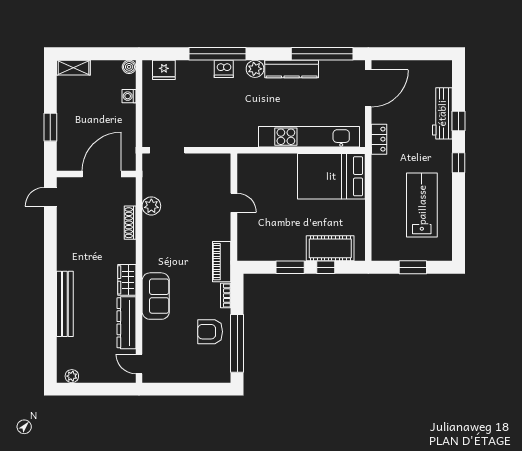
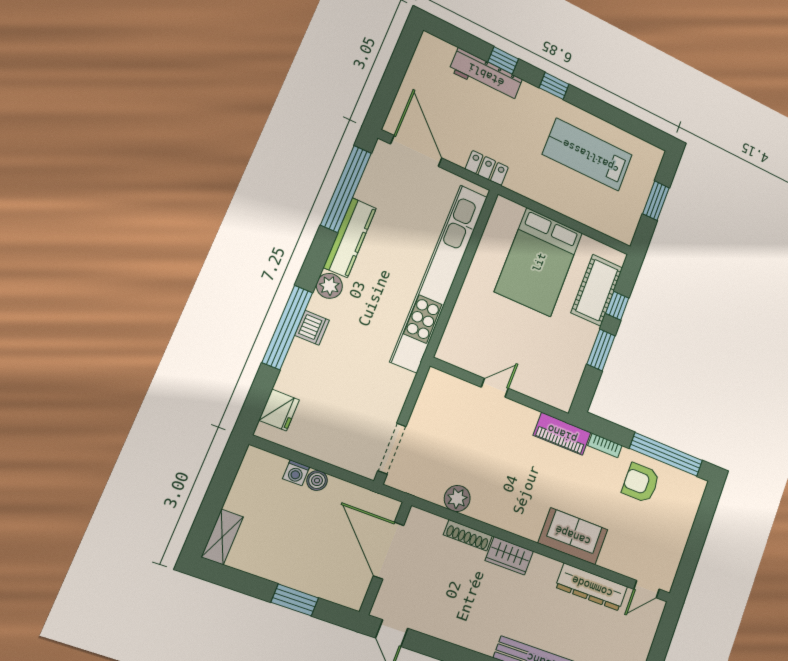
boiler: (129, 67) -> (317, 481), moved
kitchen unit: (309, 137) -> (439, 278), width x1.36
bed: (331, 176) -> (539, 262), moved
wardrobe: (127, 280) -> (509, 556), moved
armchair: (210, 332) -> (641, 483), turned 90

